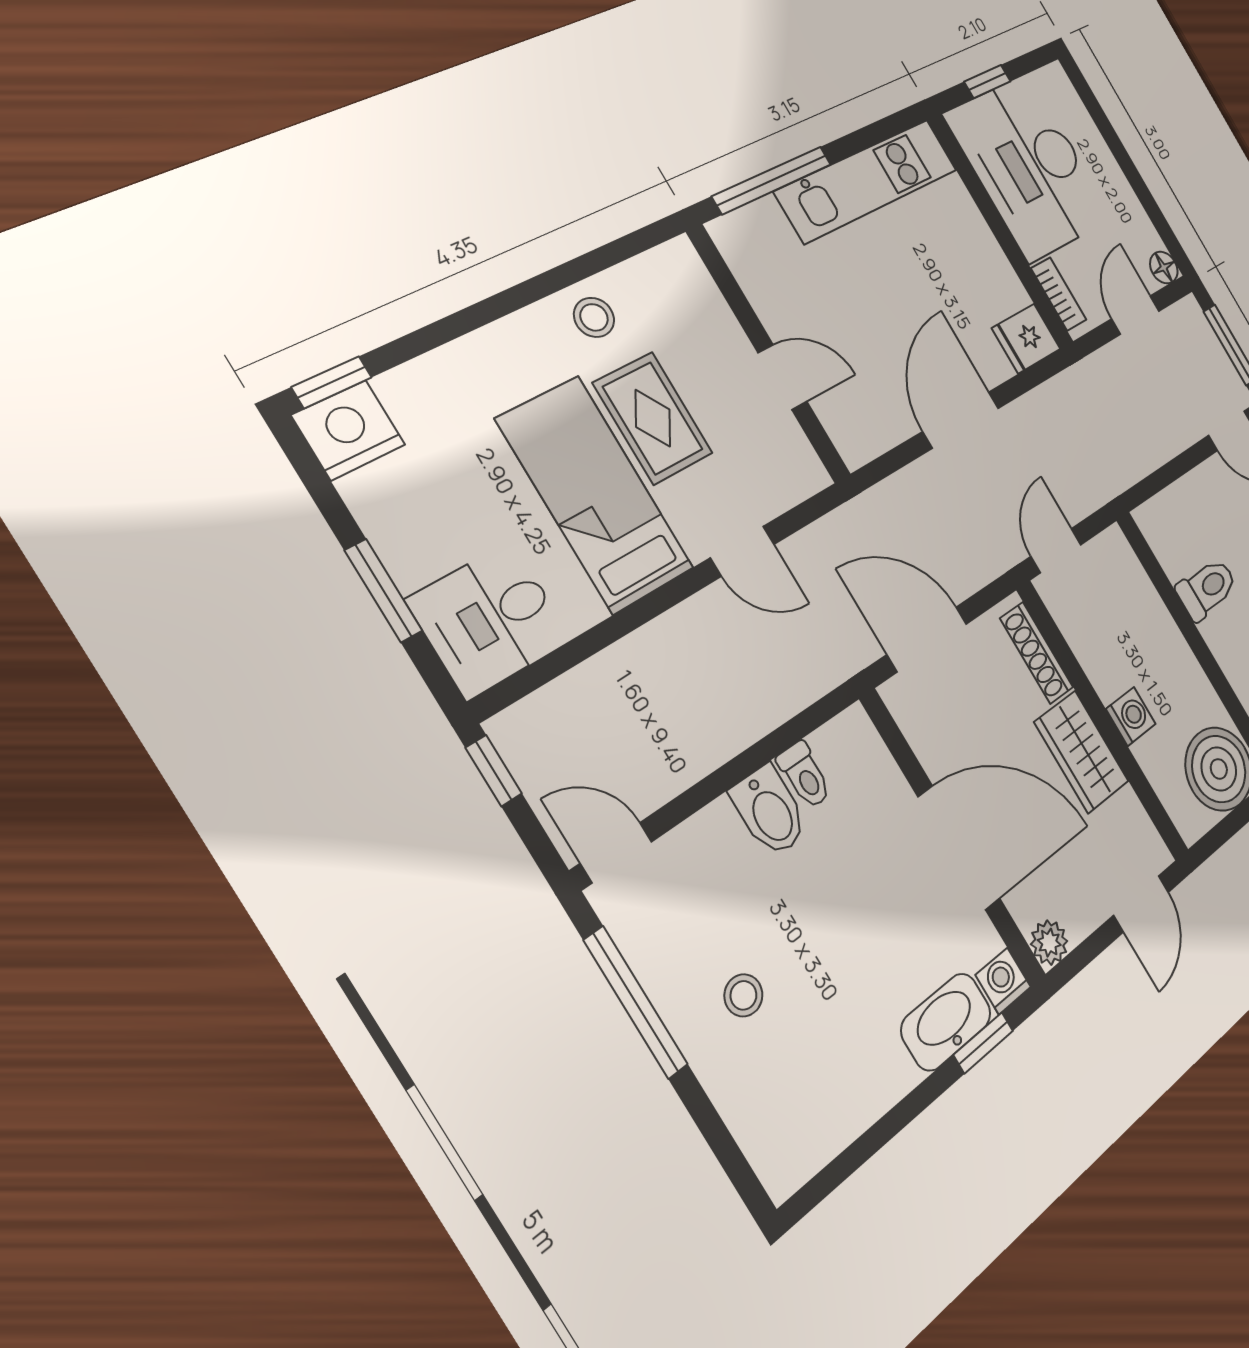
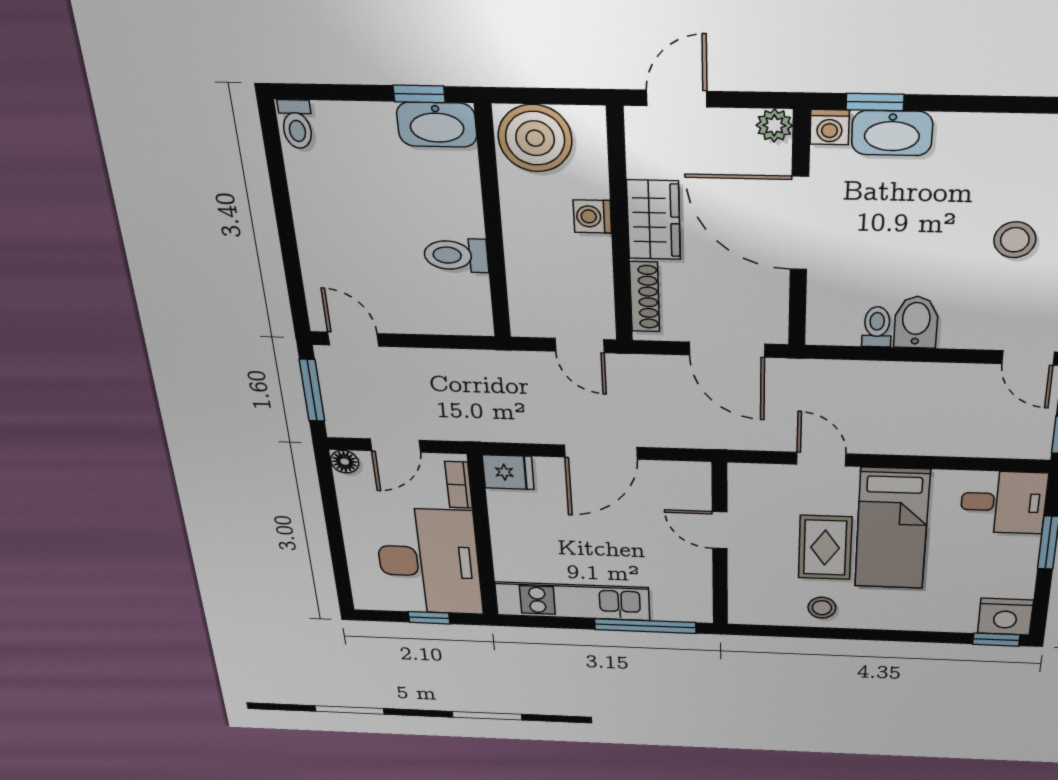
door: (1056, 551) -> (580, 345), hinge flipped
stool: (743, 995) -> (1015, 240), width x1.37, depth x1.37

